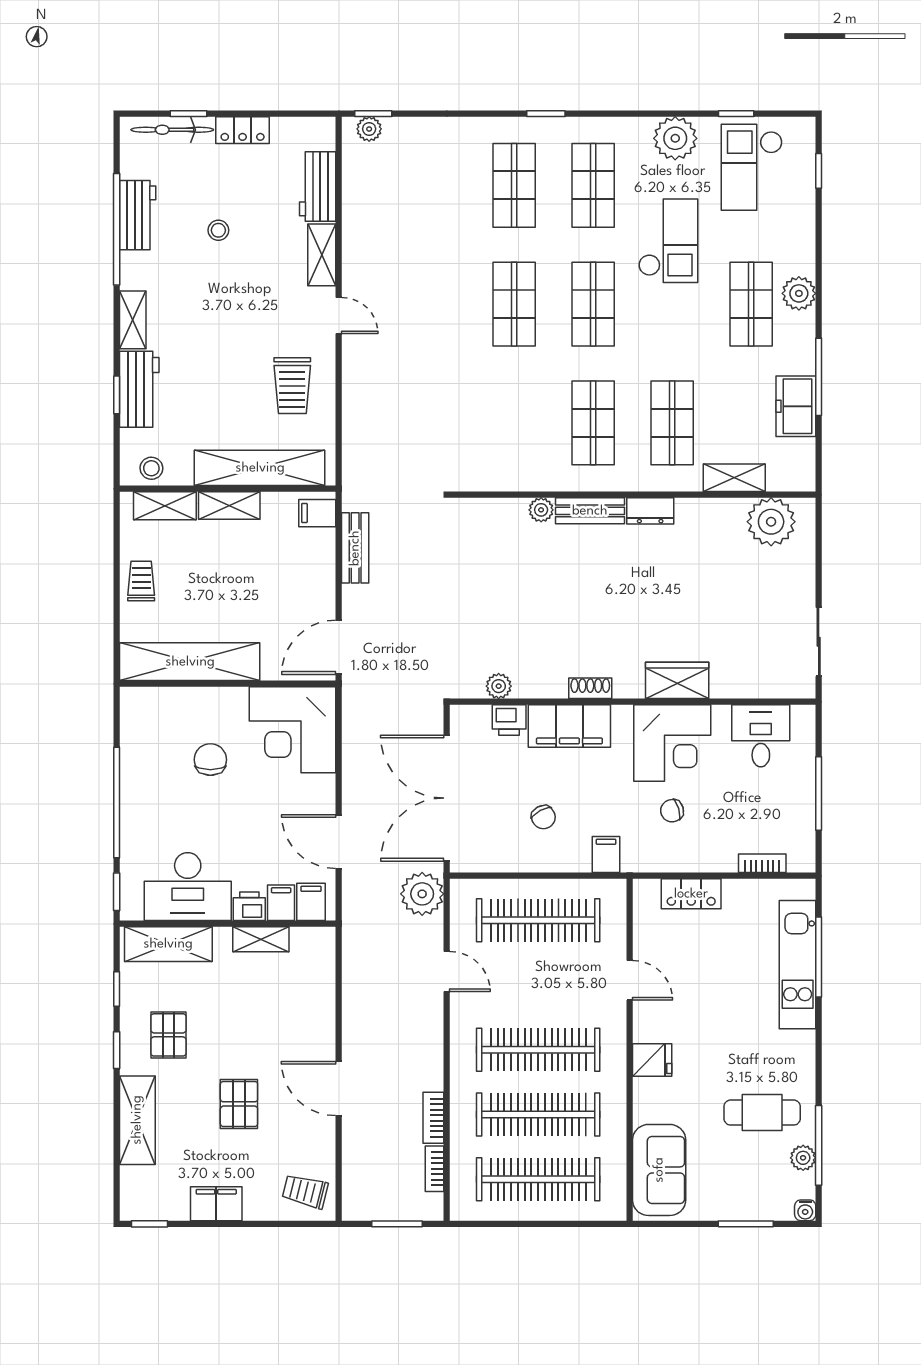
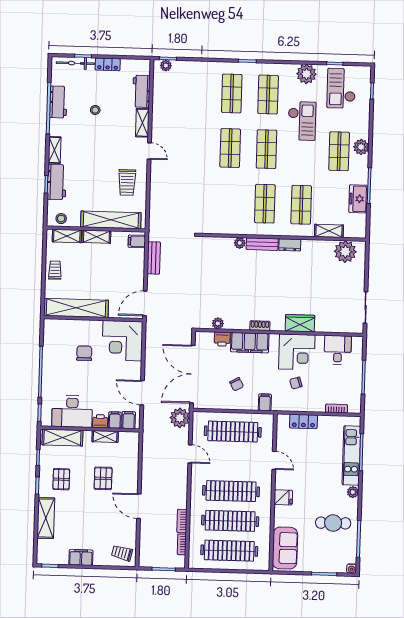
pallet: (239, 1104) -> (103, 478), moved
plant: (803, 1158) -> (353, 492), moved

